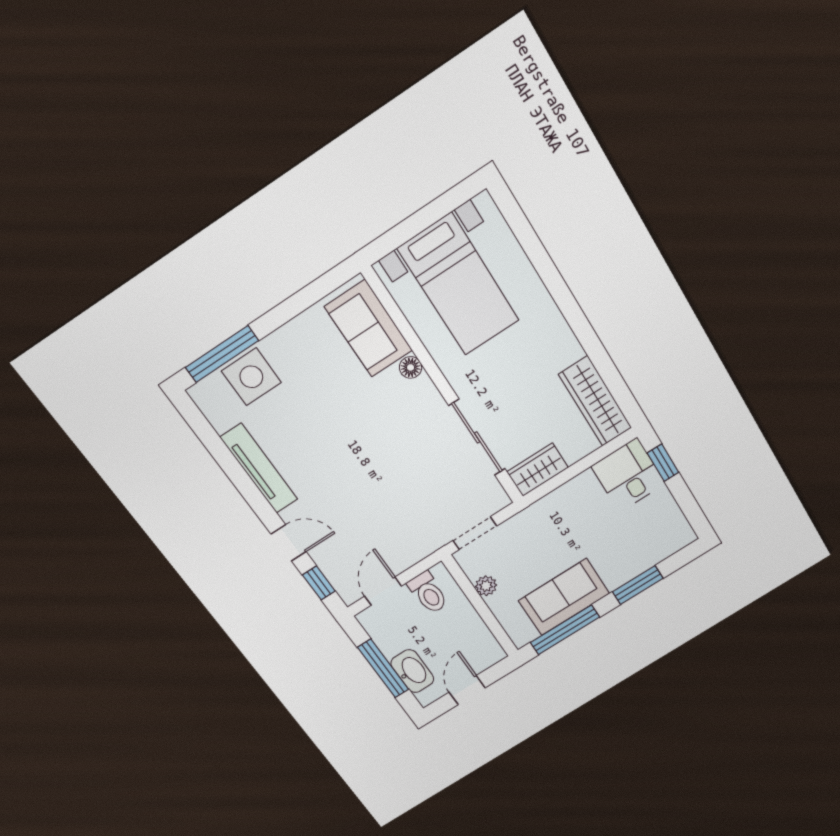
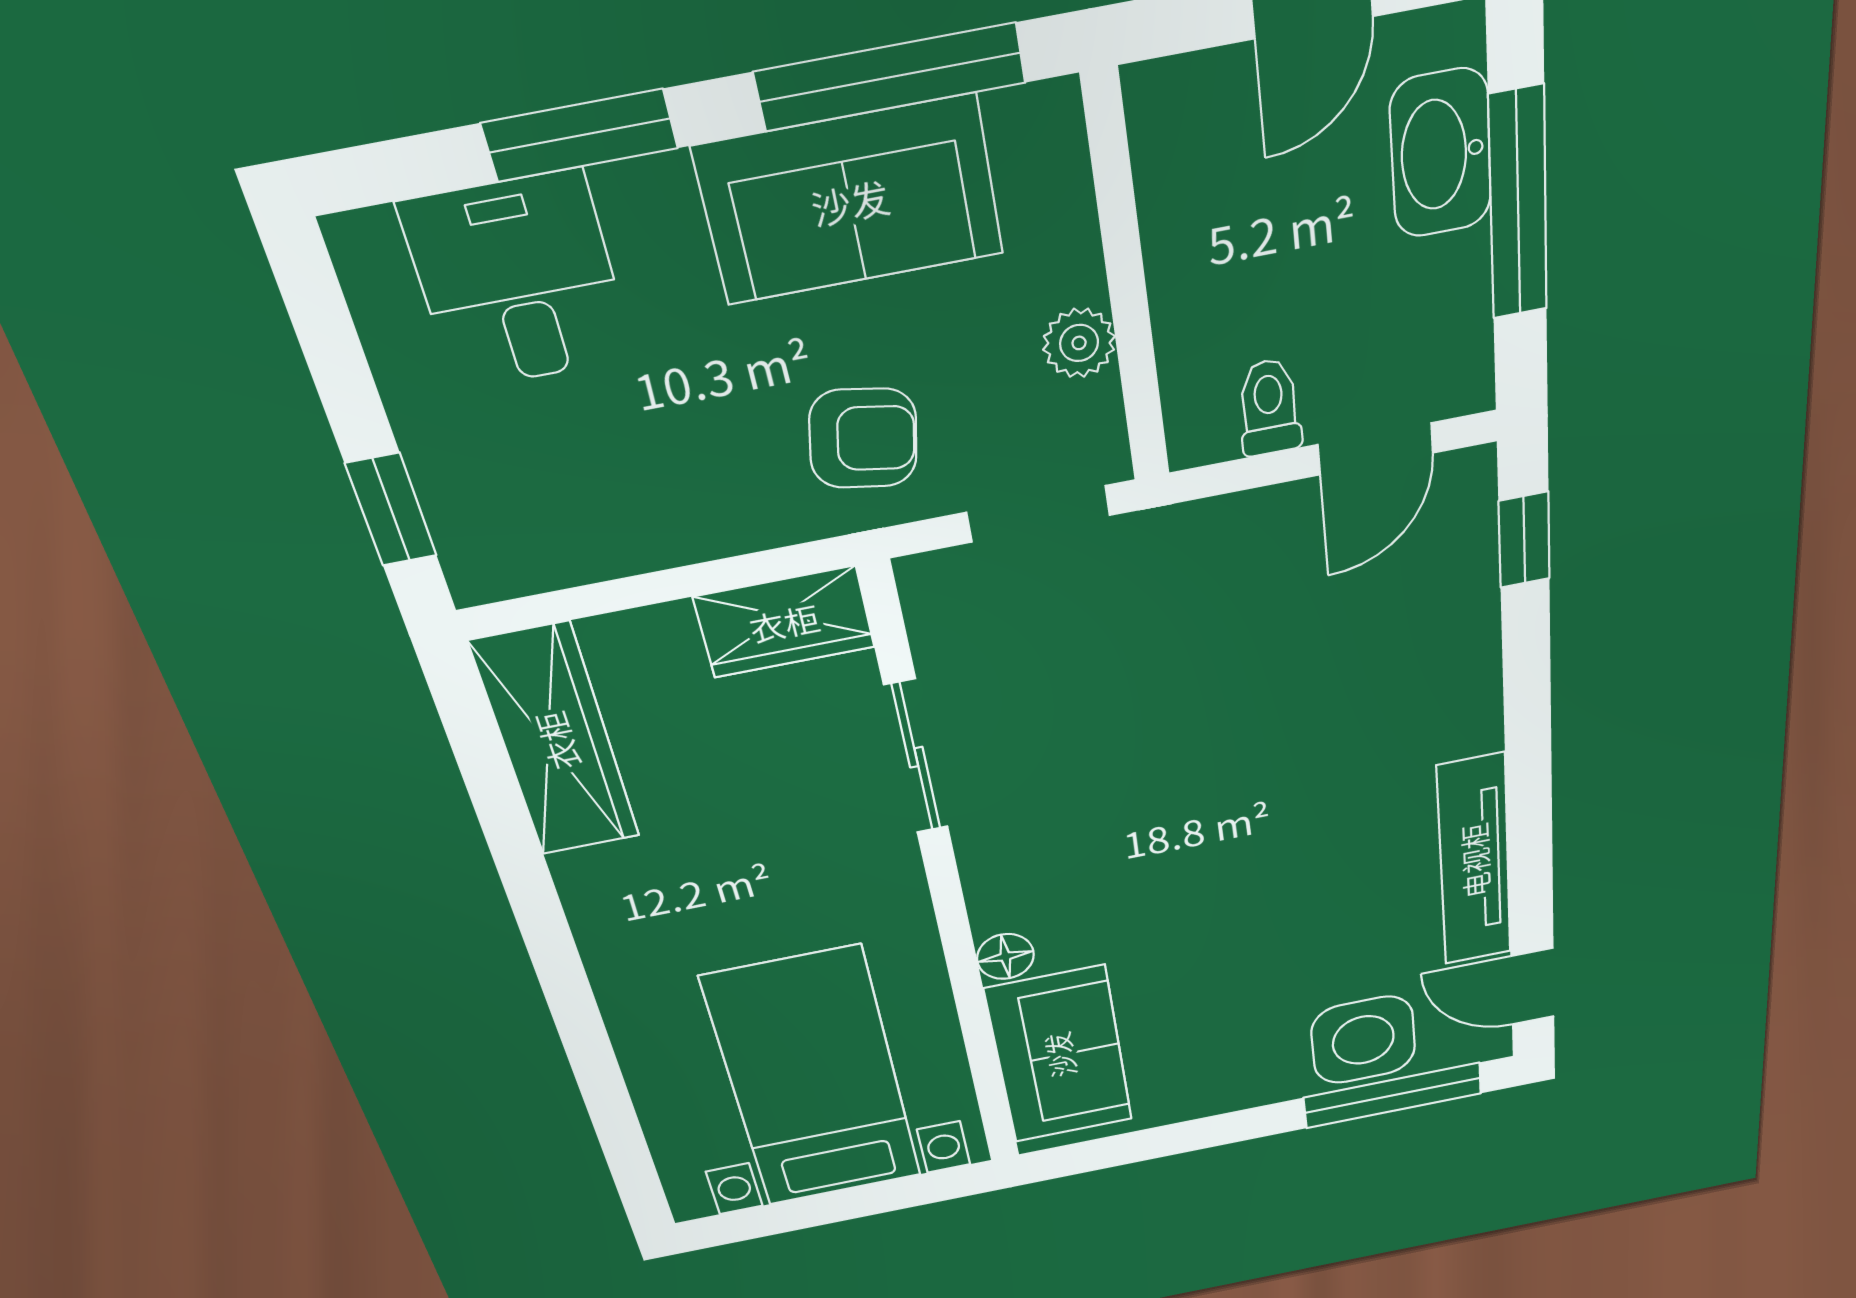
sliding door: (477, 437) -> (916, 757), width x0.73
desk: (628, 475) -> (518, 282), moved, turned 180
armchair: (536, 536) -> (863, 438), added
door: (289, 543) -> (1533, 987), moved
toilet: (428, 593) -> (1269, 407), width x0.73, depth x0.72

